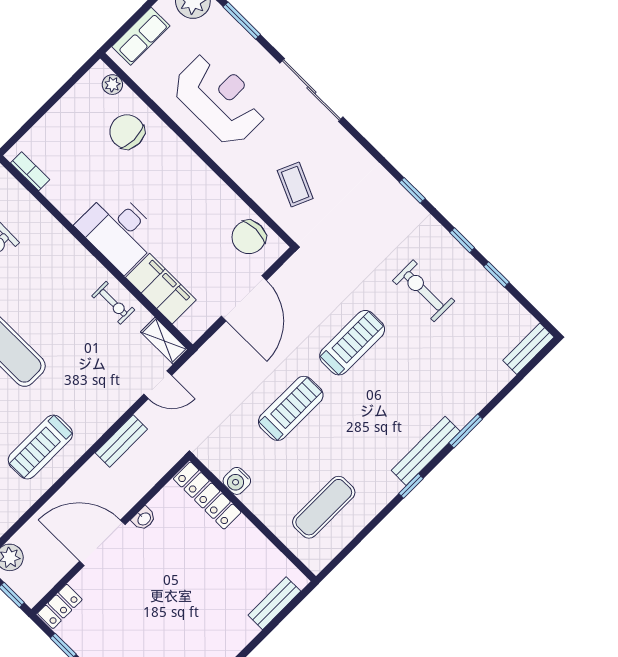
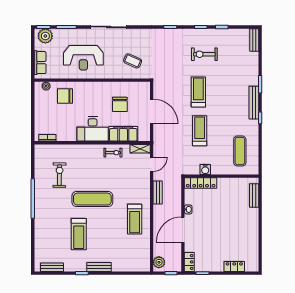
reception desk: (220, 99) -> (83, 58), turned 180
chair: (249, 237) -> (120, 104), moved

